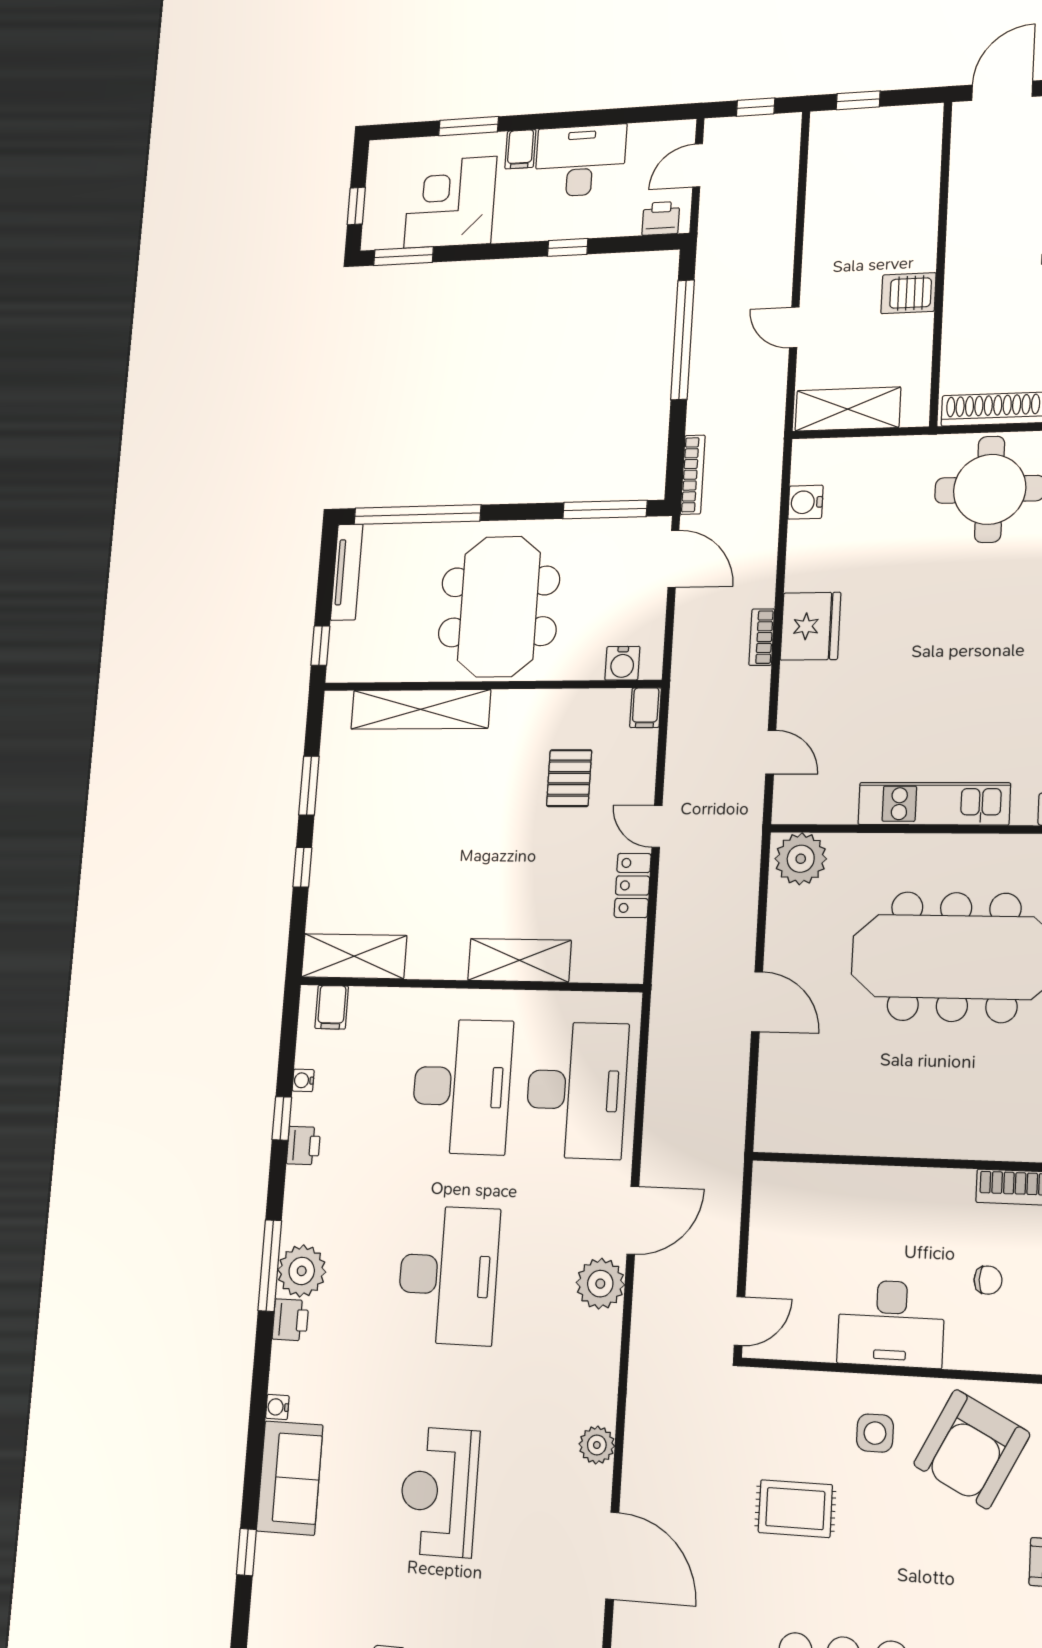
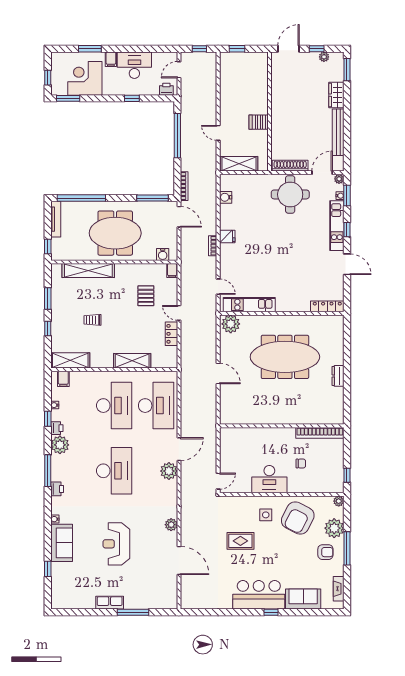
meeting table: (499, 607) -> (115, 233), turned 90
fridge: (810, 626) -> (227, 236), width x0.53, depth x0.75
kitchen unit: (934, 804) -> (249, 305), moved
trolley: (421, 844) -> (93, 320), added
plant: (302, 1271) -> (60, 445), moved

